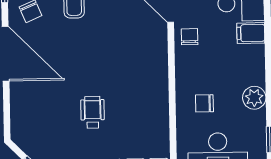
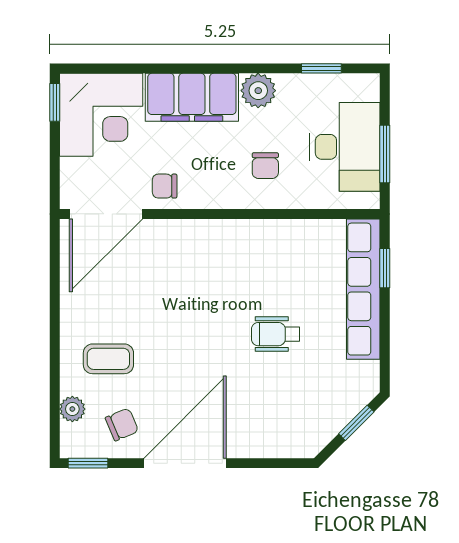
filing cabinet: (251, 33) -> (192, 97), width x3.00, depth x1.17

